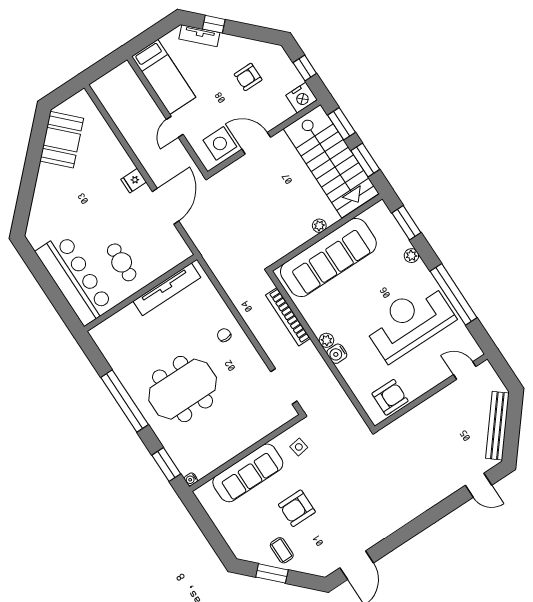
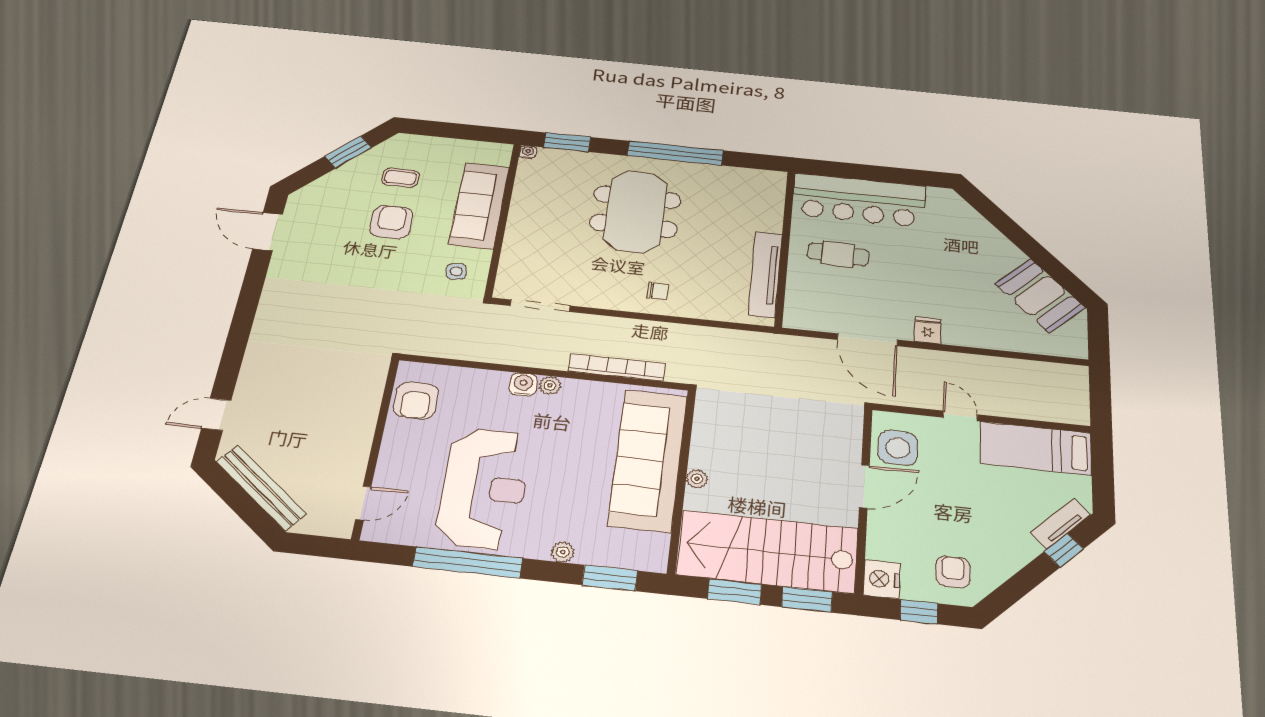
armchair: (248, 77) -> (953, 572), moved
coffee table: (282, 550) -> (400, 178), moved

